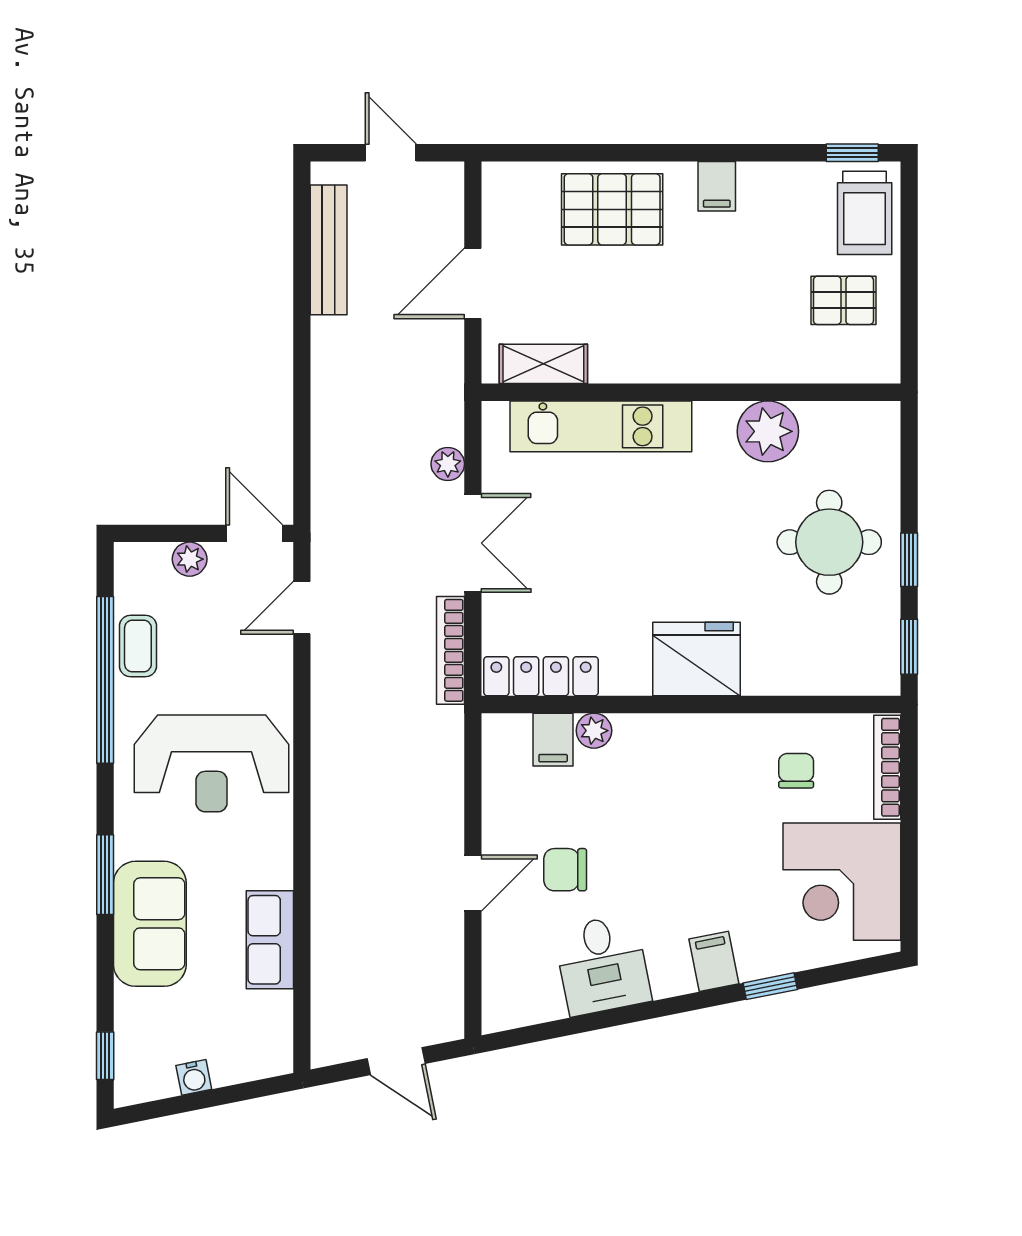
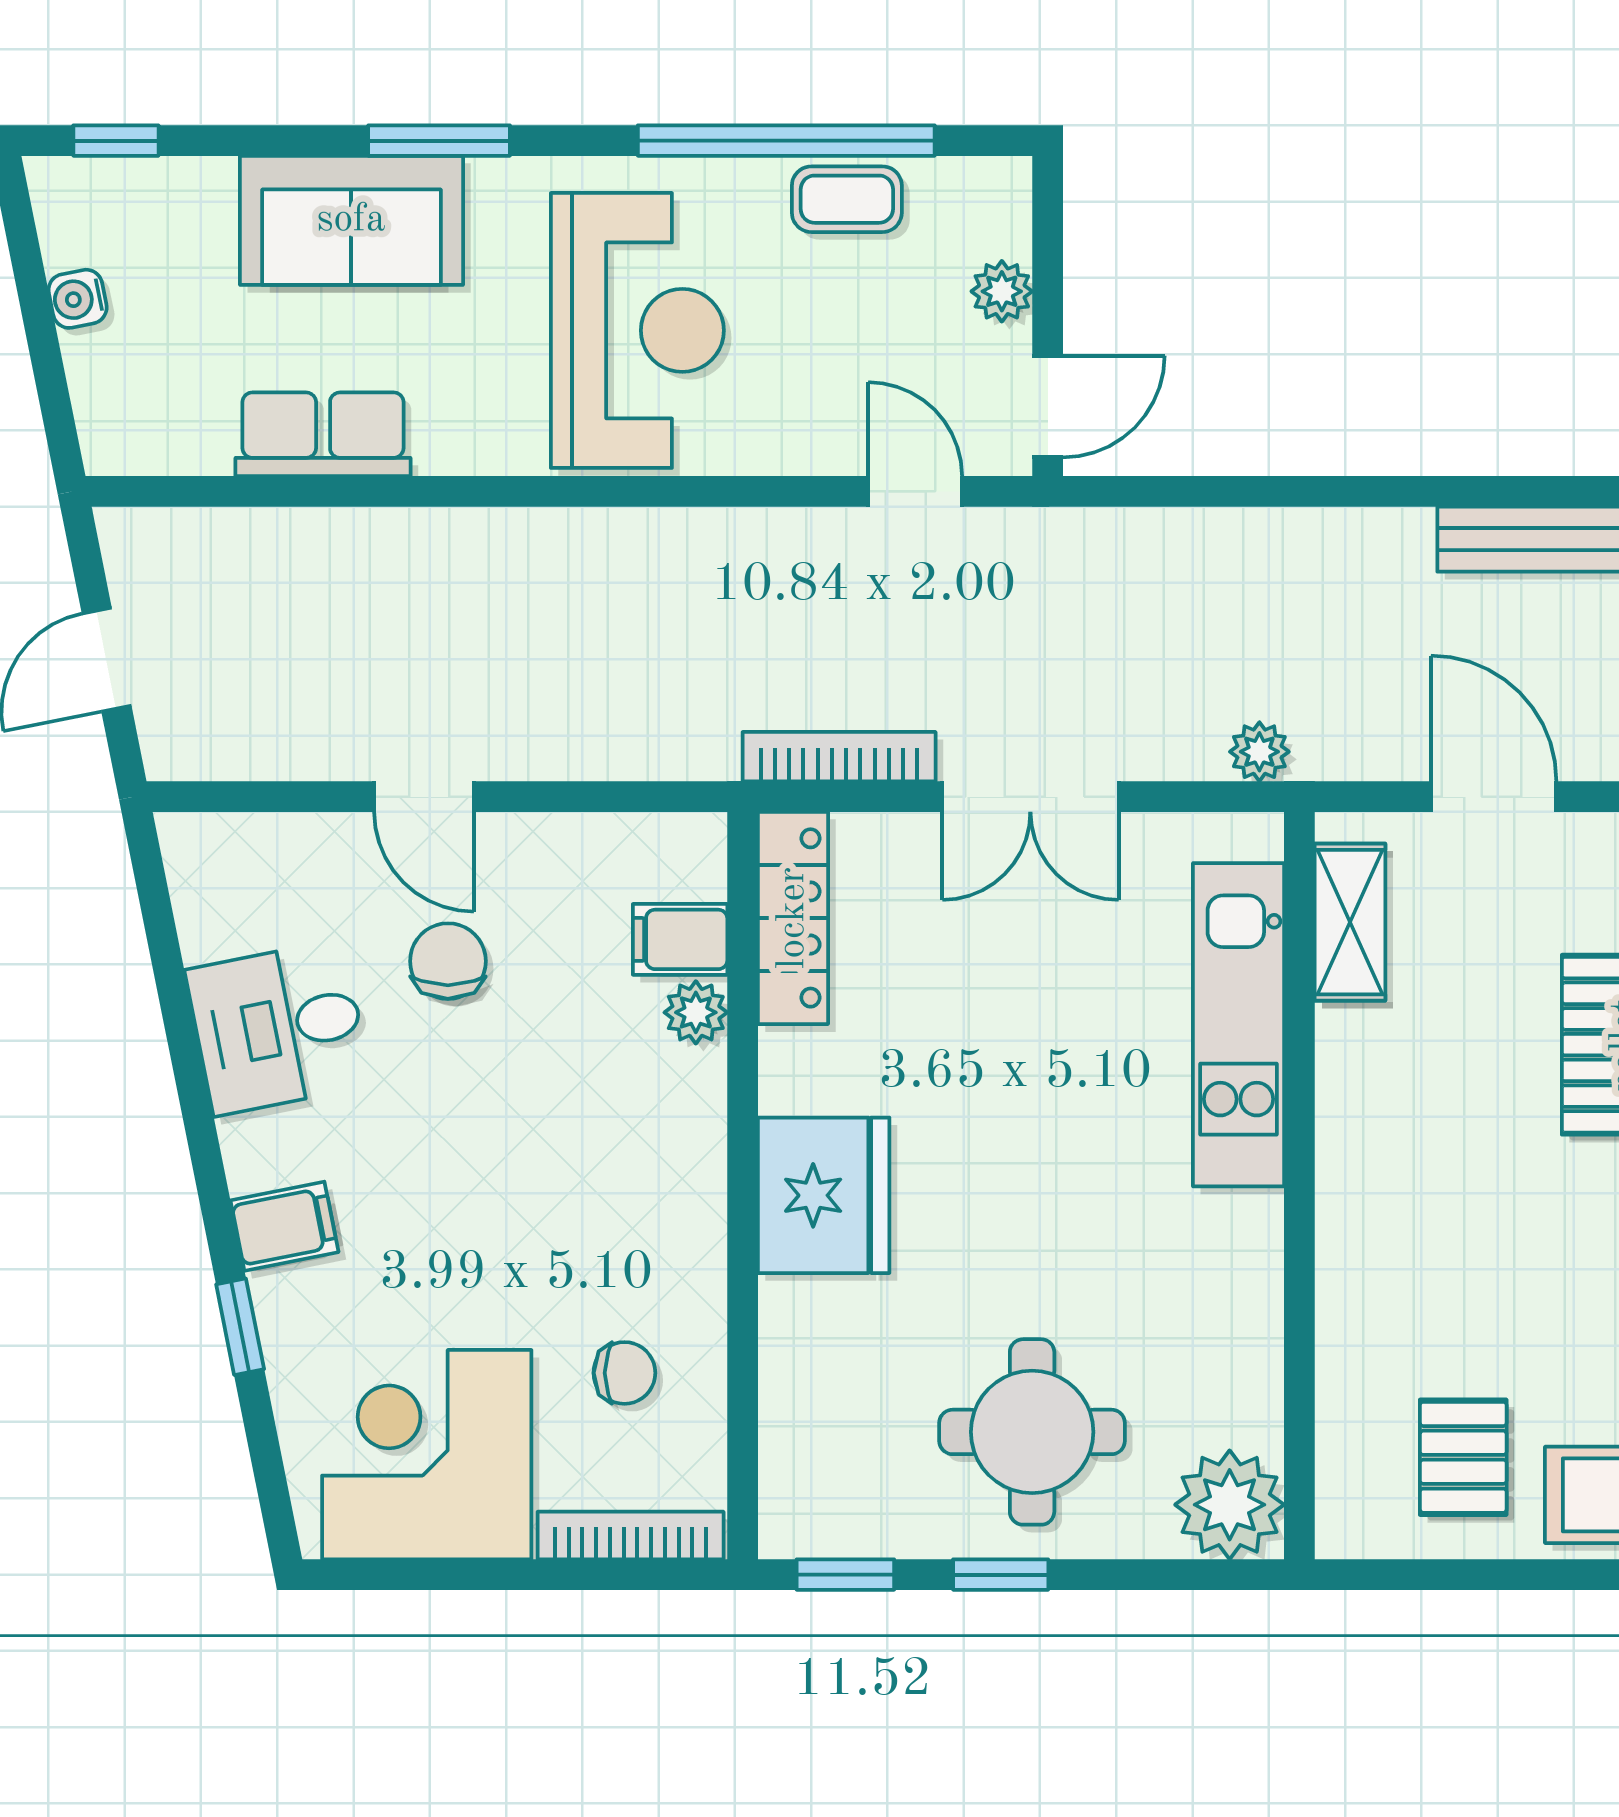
plant: (768, 431) -> (1230, 1505), moved
plant: (448, 464) -> (1259, 752), moved
reception desk: (212, 763) -> (637, 330), turned 180

